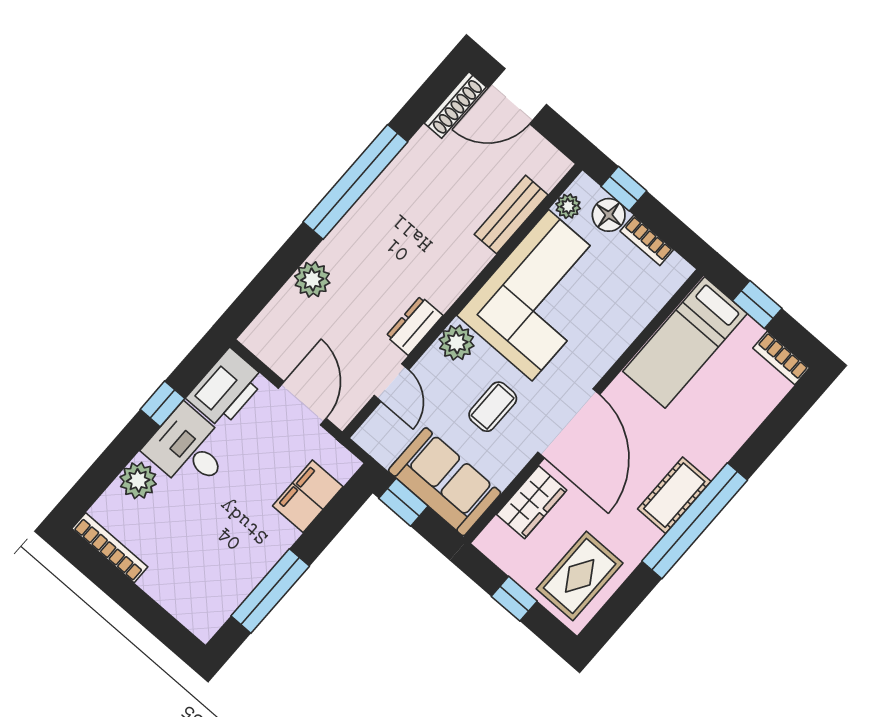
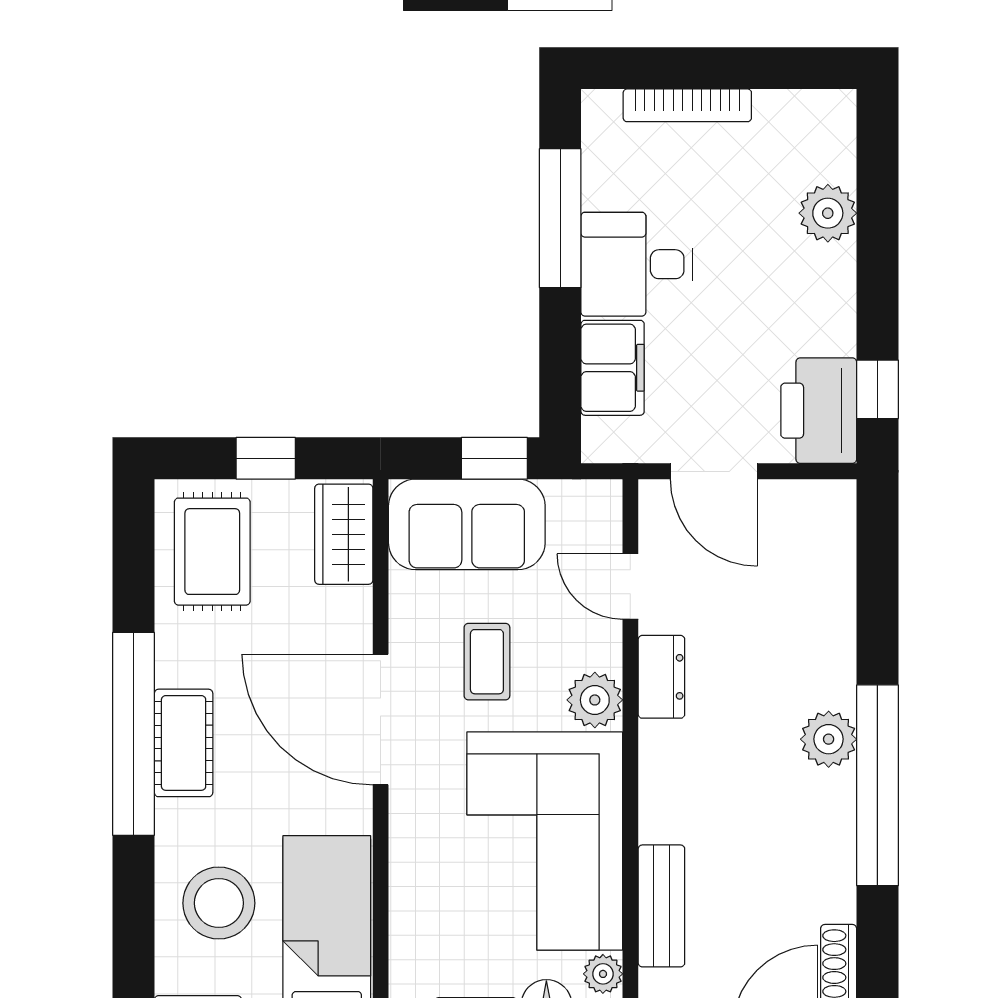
plant: (312, 279) -> (829, 739), moved
stool: (725, 403) -> (219, 903), added
window: (162, 404) -> (877, 389), moved
desk: (189, 449) -> (637, 264), moved, turned 180
wardrobe: (532, 502) -> (344, 534), moved
bookcase: (110, 548) -> (687, 105), moved

